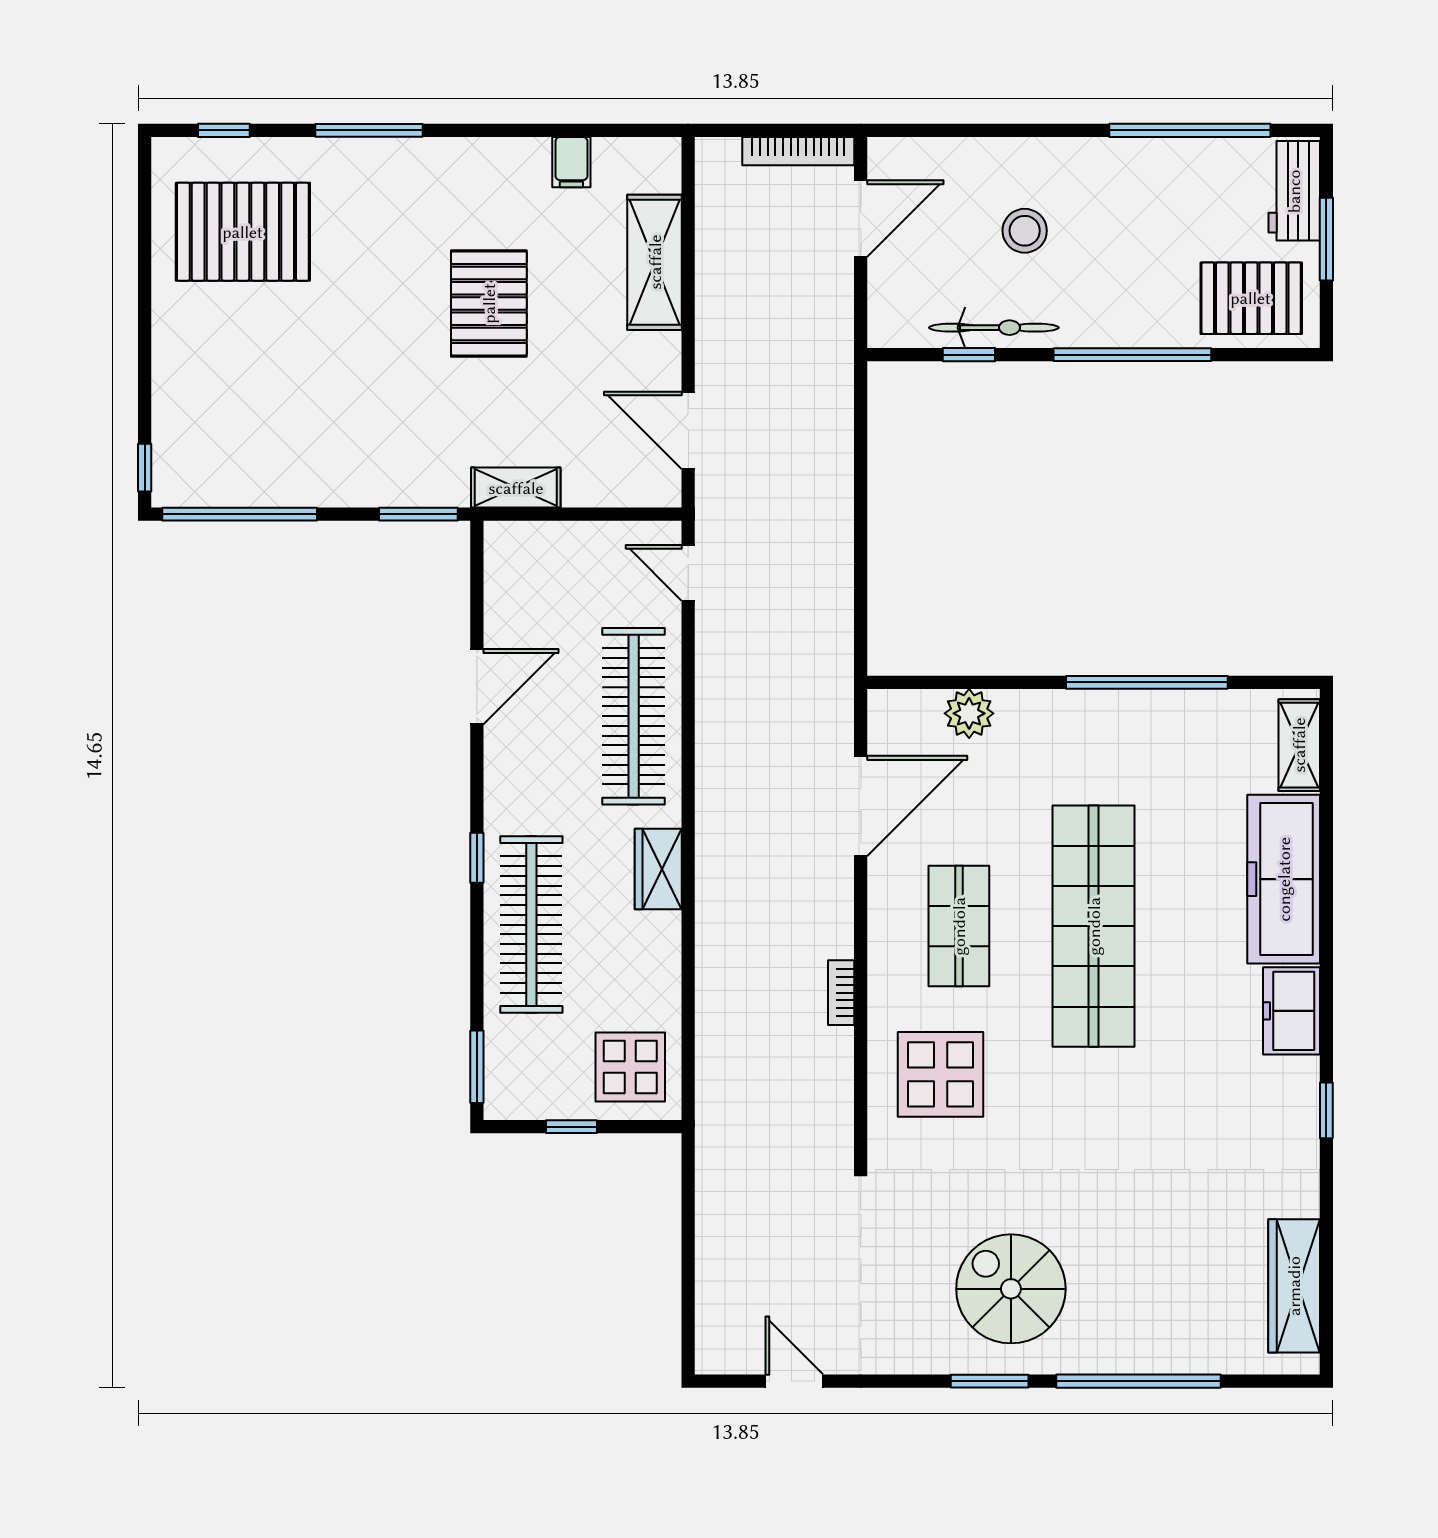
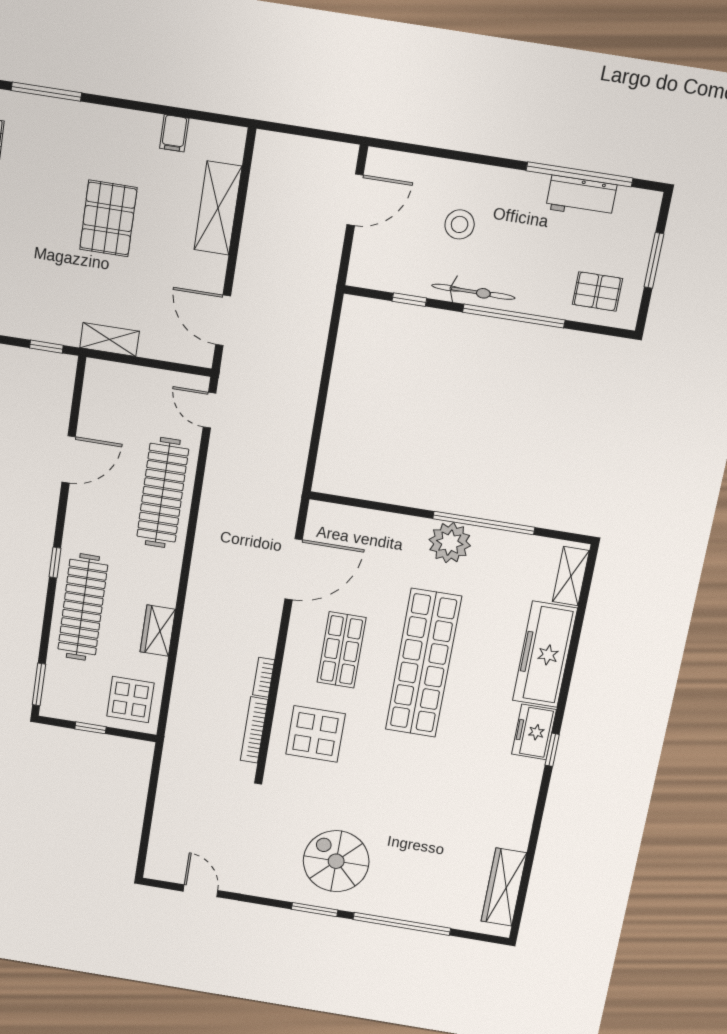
bookcase: (798, 151) -> (254, 730), moved, turned 90
workbench: (1294, 191) -> (581, 197), moved, turned -90
pallet: (1251, 298) -> (597, 291), width x0.67, depth x0.71
bicycle: (994, 328) -> (473, 292), moved
window: (418, 514) -> (46, 347), width x0.67
plant: (969, 713) -> (450, 543), moved, width x1.36, depth x1.36
wardrobe: (658, 869) -> (158, 631), moved
window: (1326, 1110) -> (552, 750), moved

